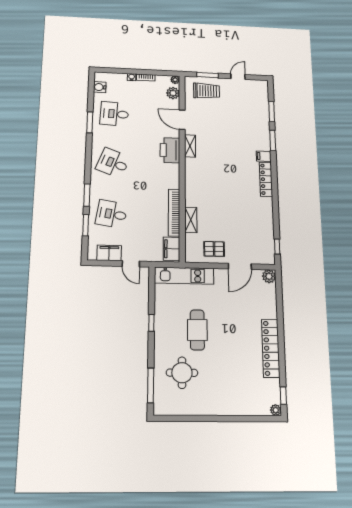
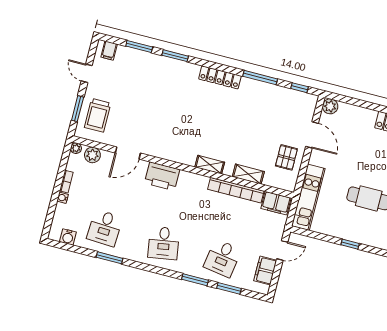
trolley: (207, 91) -> (98, 115), turned 180
shelving: (190, 146) -> (210, 165), moved
filing cabinet: (264, 156) -> (109, 51), moved
desk: (113, 163) -> (164, 243), turned -30
window: (276, 212) -> (260, 78), added

